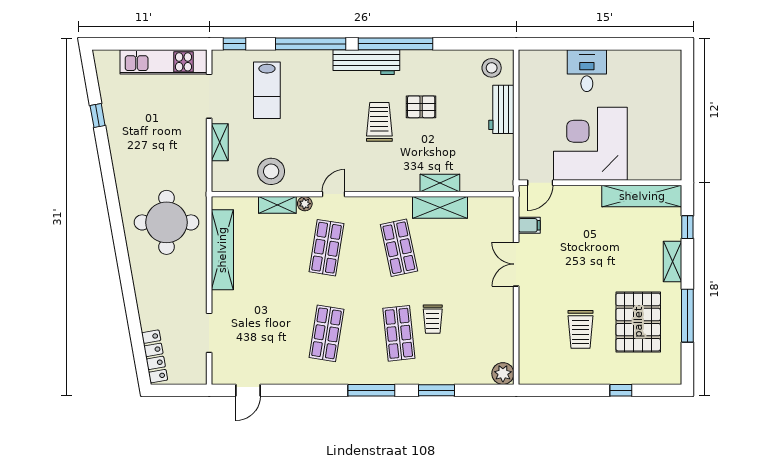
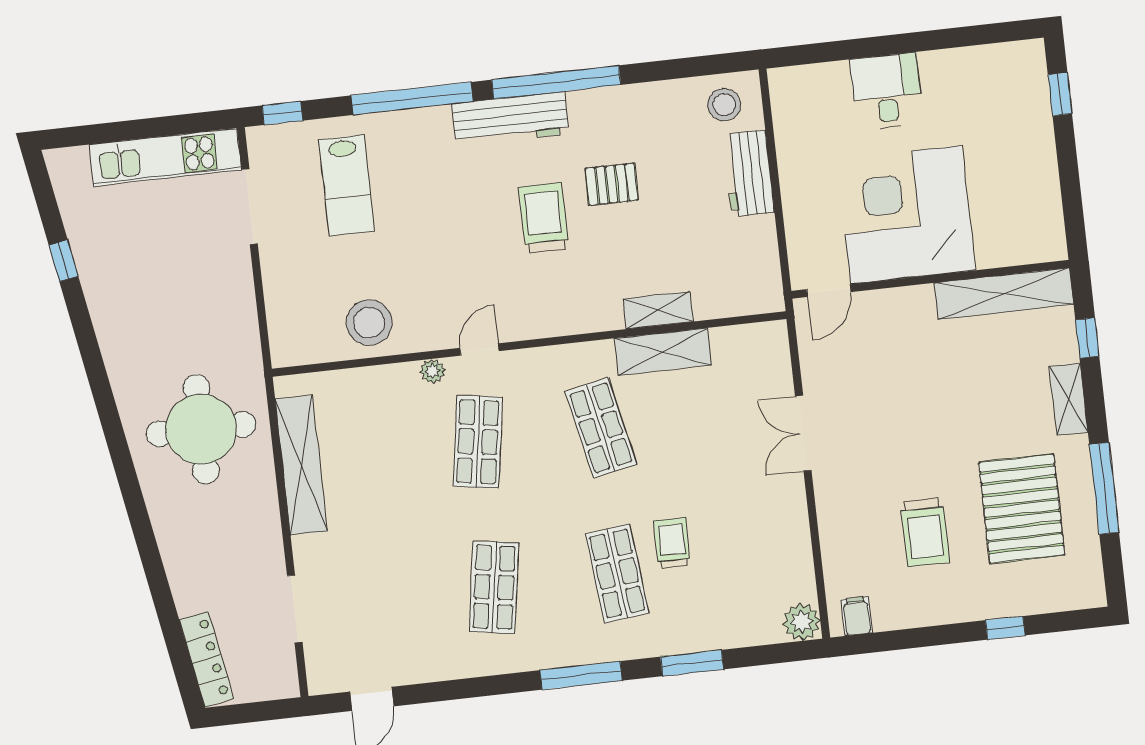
window: (687, 84) -> (1060, 94), added
shelving: (220, 142) -> (276, 283), removed
shelving: (277, 205) -> (386, 378), removed
filing cabinet: (529, 225) -> (857, 616), moved, turned -90
trolley: (433, 319) -> (672, 543), turned 180

